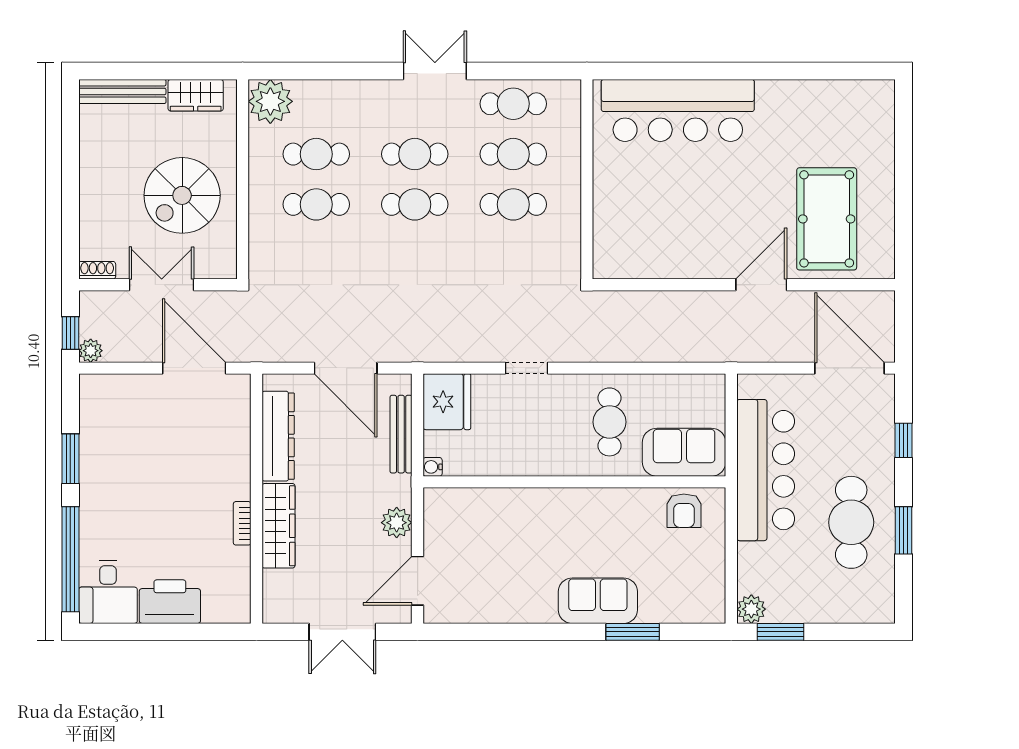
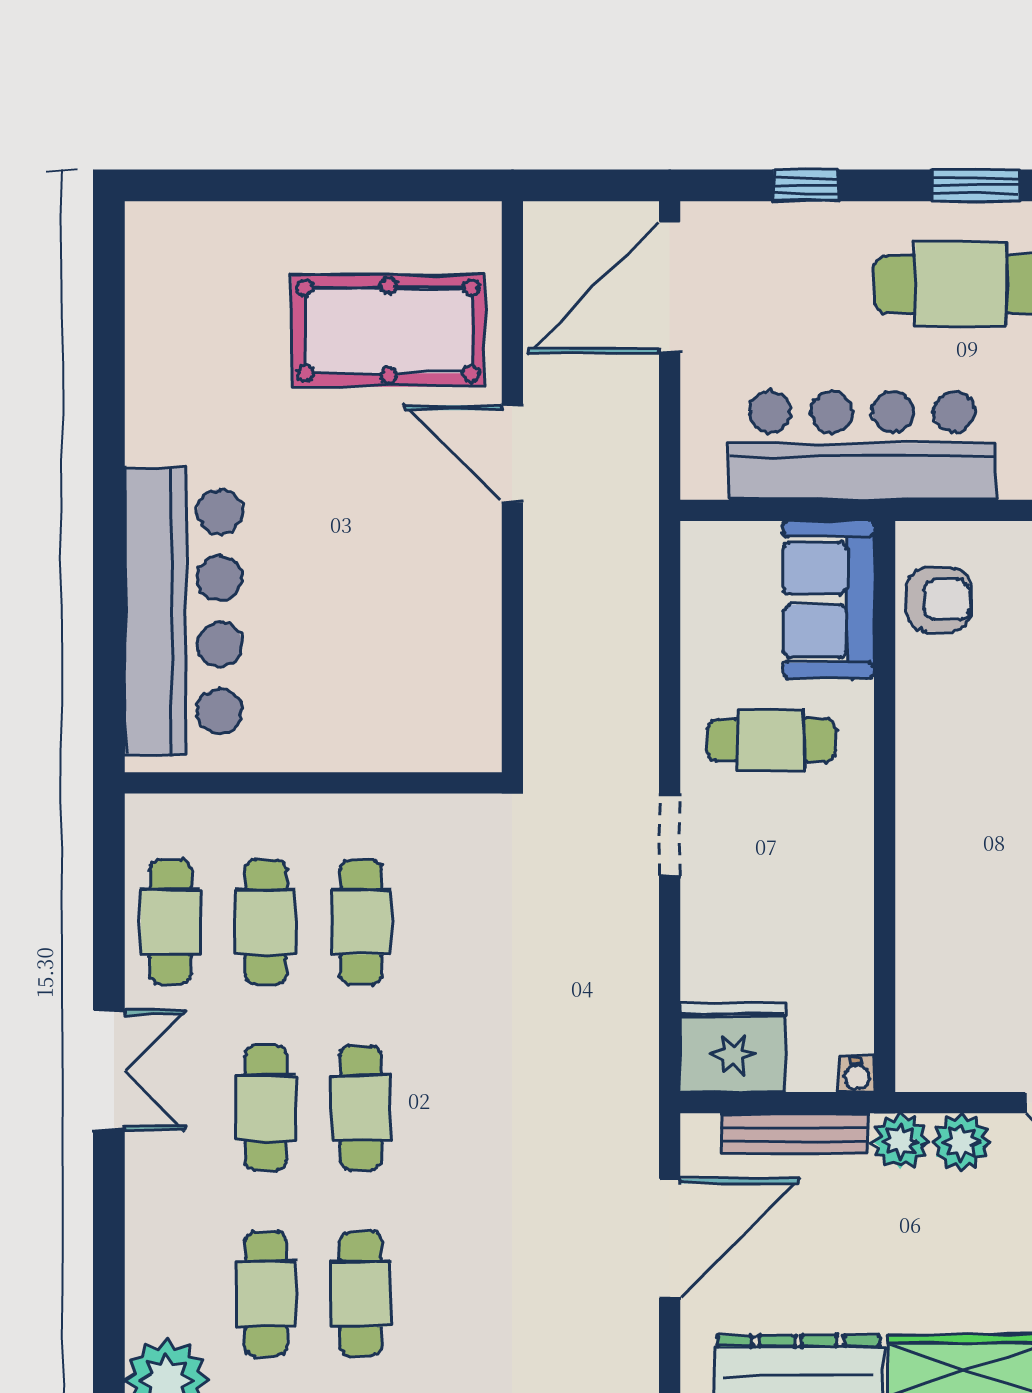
double door: (435, 71) -> (109, 1070), swing flipped
doorway: (527, 368) -> (670, 835), moved
plant: (397, 490) -> (900, 1141), added

